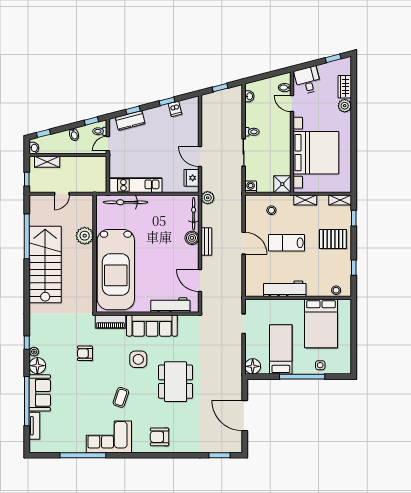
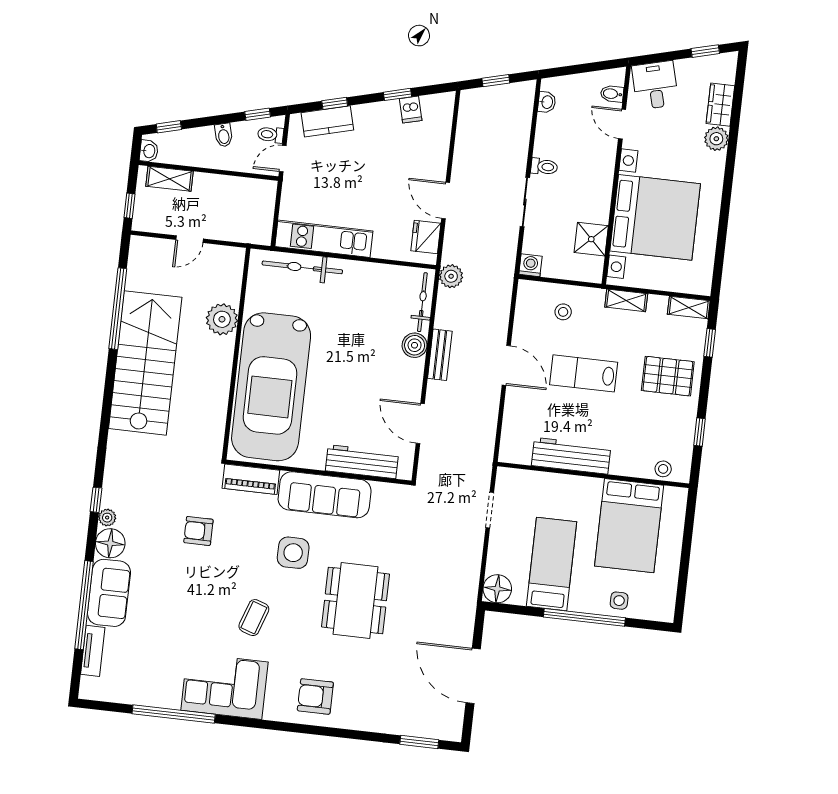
shower: (282, 184) -> (591, 239), moved

